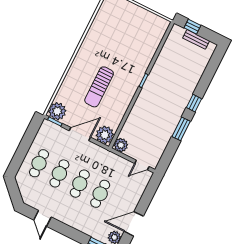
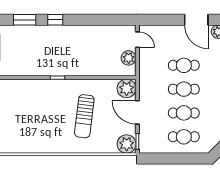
sun lounger: (99, 87) -> (84, 116), turned 97
window: (181, 129) -> (25, 20), moved
plant: (121, 145) -> (129, 58), moved

